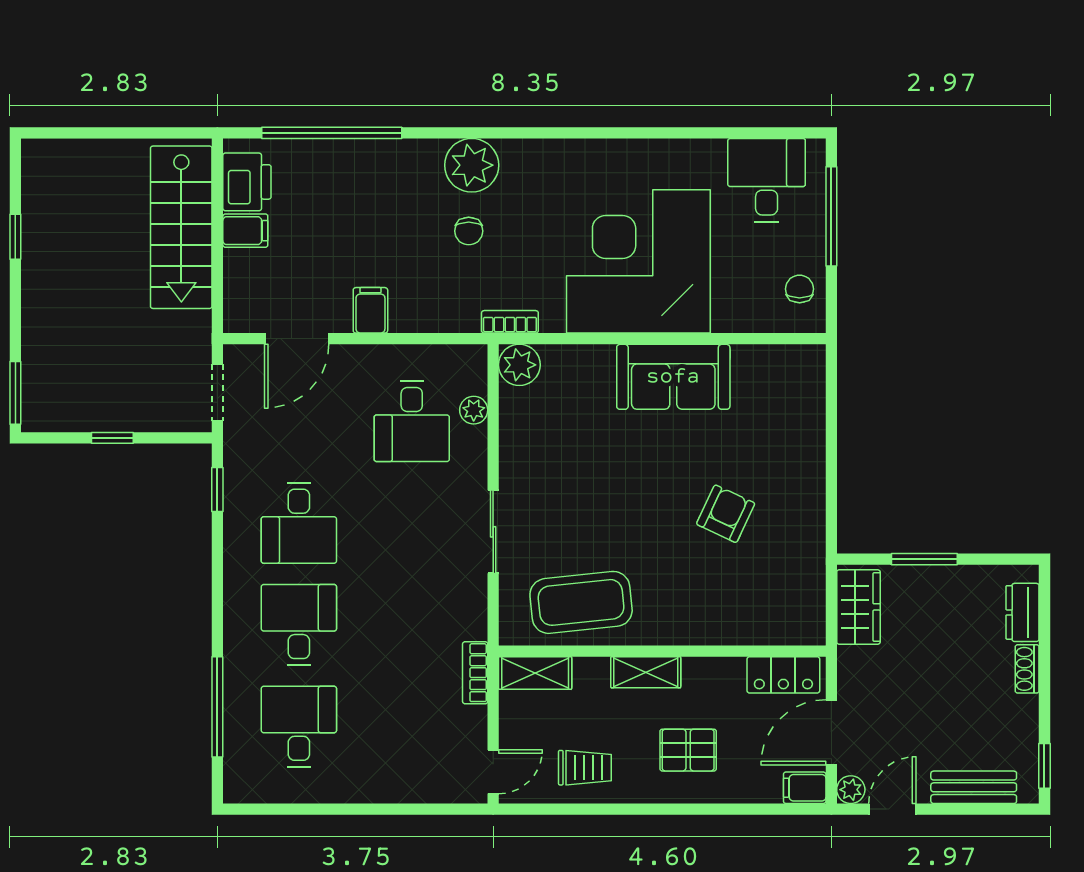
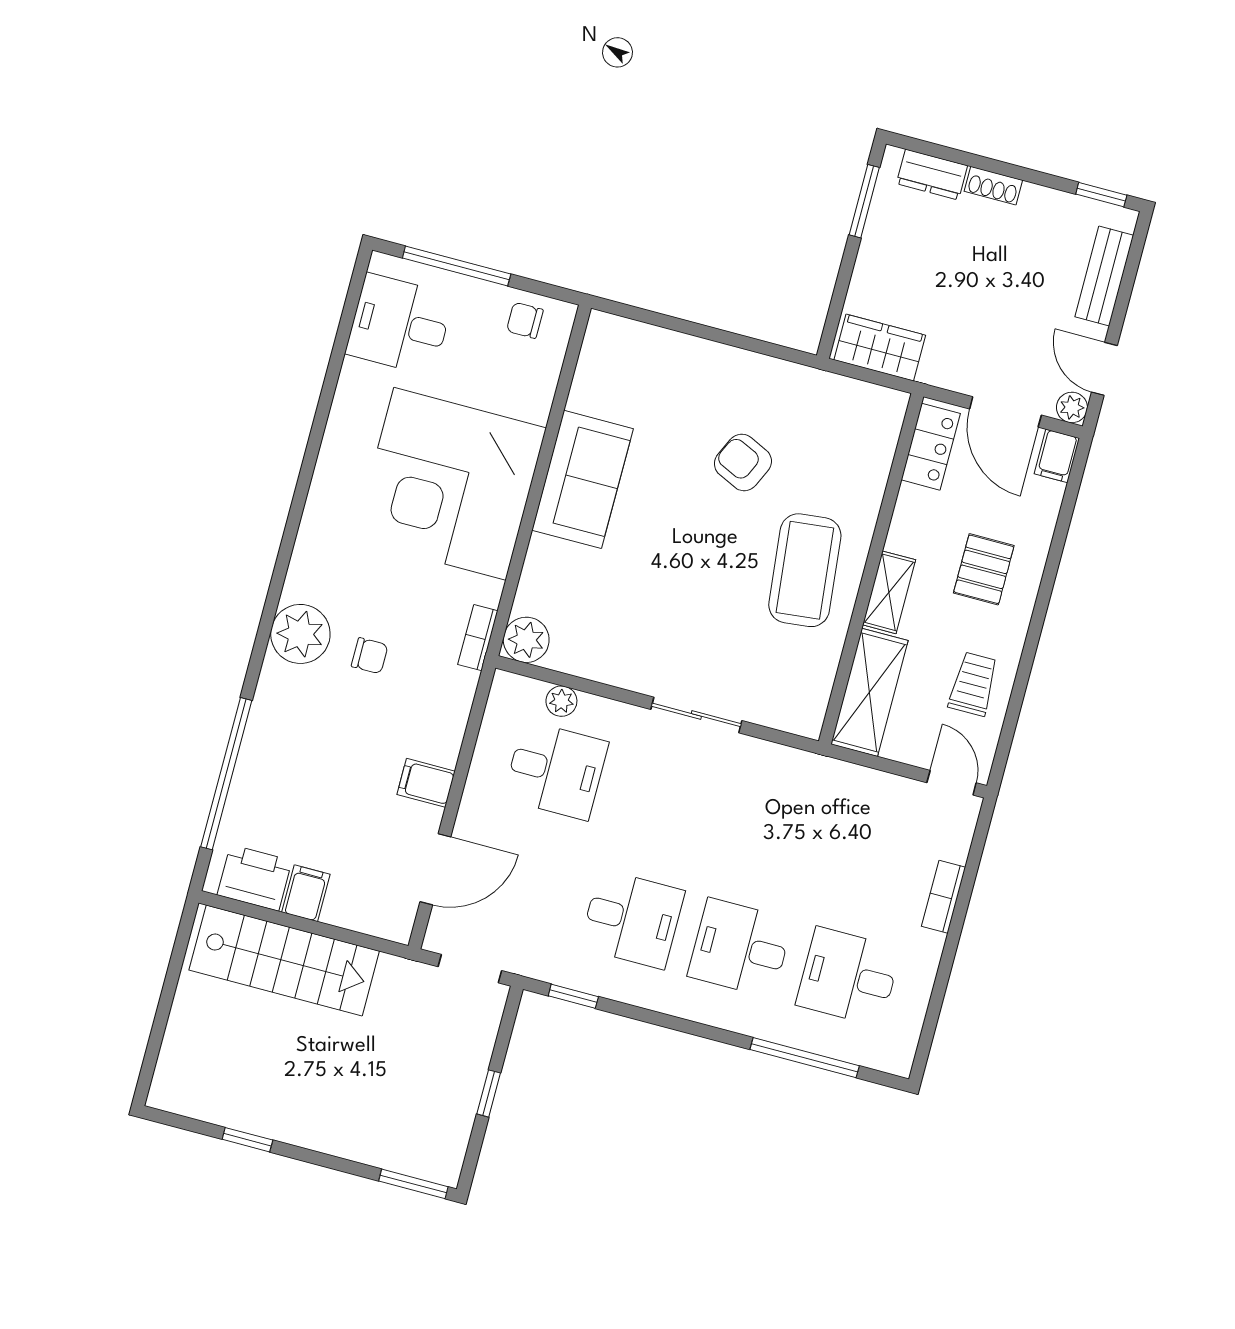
door: (297, 339) -> (435, 869), hinge flipped
window: (924, 559) -> (864, 201), moved
coffee table: (581, 602) -> (805, 570), moved
bookcase: (475, 673) -> (943, 897), moved, turned 90
shelving: (535, 673) -> (869, 692), width x1.50, depth x1.33

